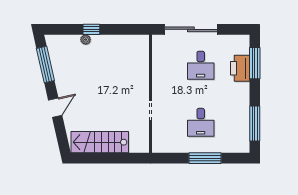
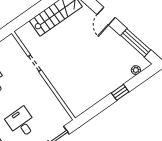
plant: (86, 40) -> (136, 70), moved

